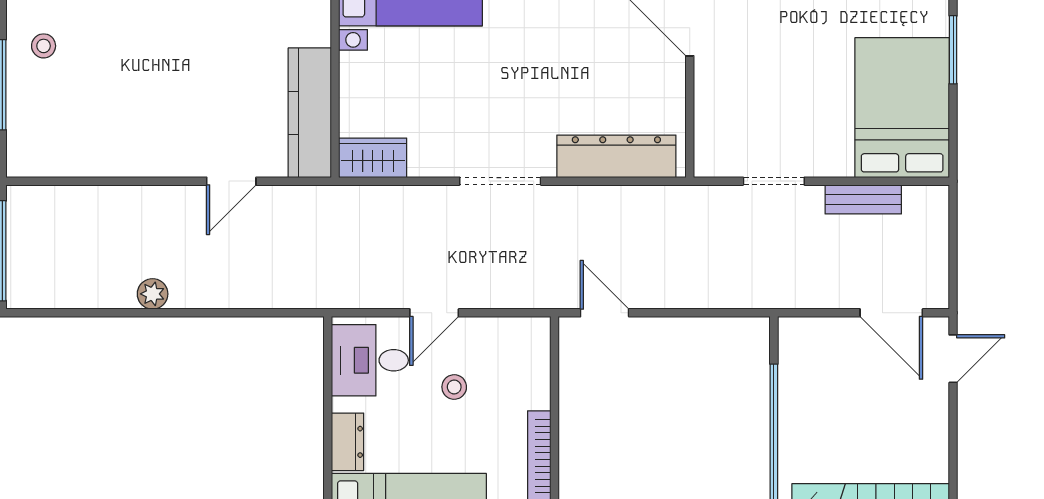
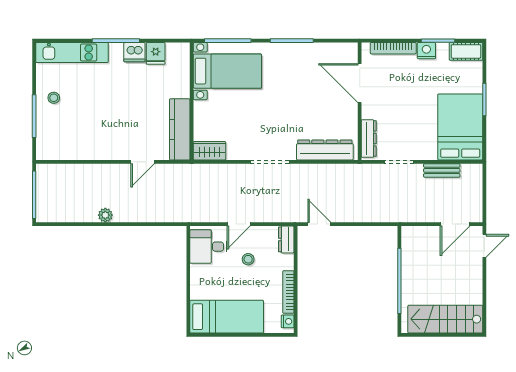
dresser: (709, 132) -> (369, 139), added
door: (891, 313) -> (455, 224), hinge flipped
dresser: (348, 442) -> (286, 239), moved, turned 180

